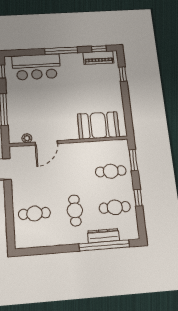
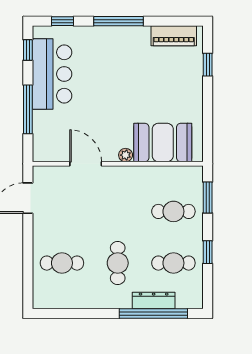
window: (99, 49) -> (62, 21), moved
bar counter: (36, 67) -> (52, 74), moved, turned -90
plant: (27, 138) -> (126, 155), moved
door: (46, 143) -> (86, 164), swing flipped

